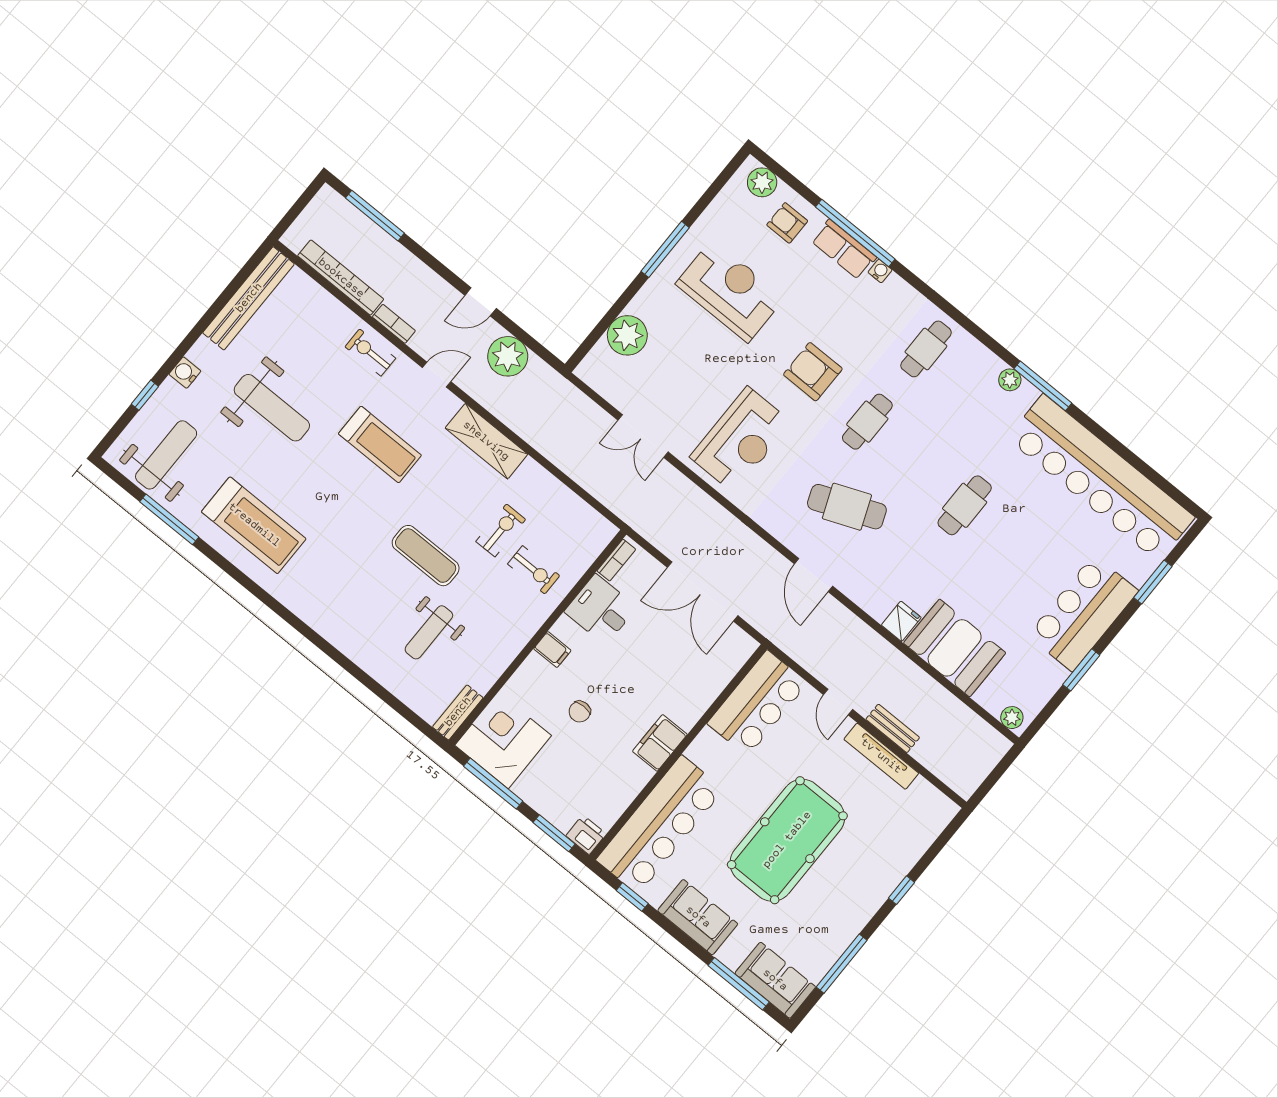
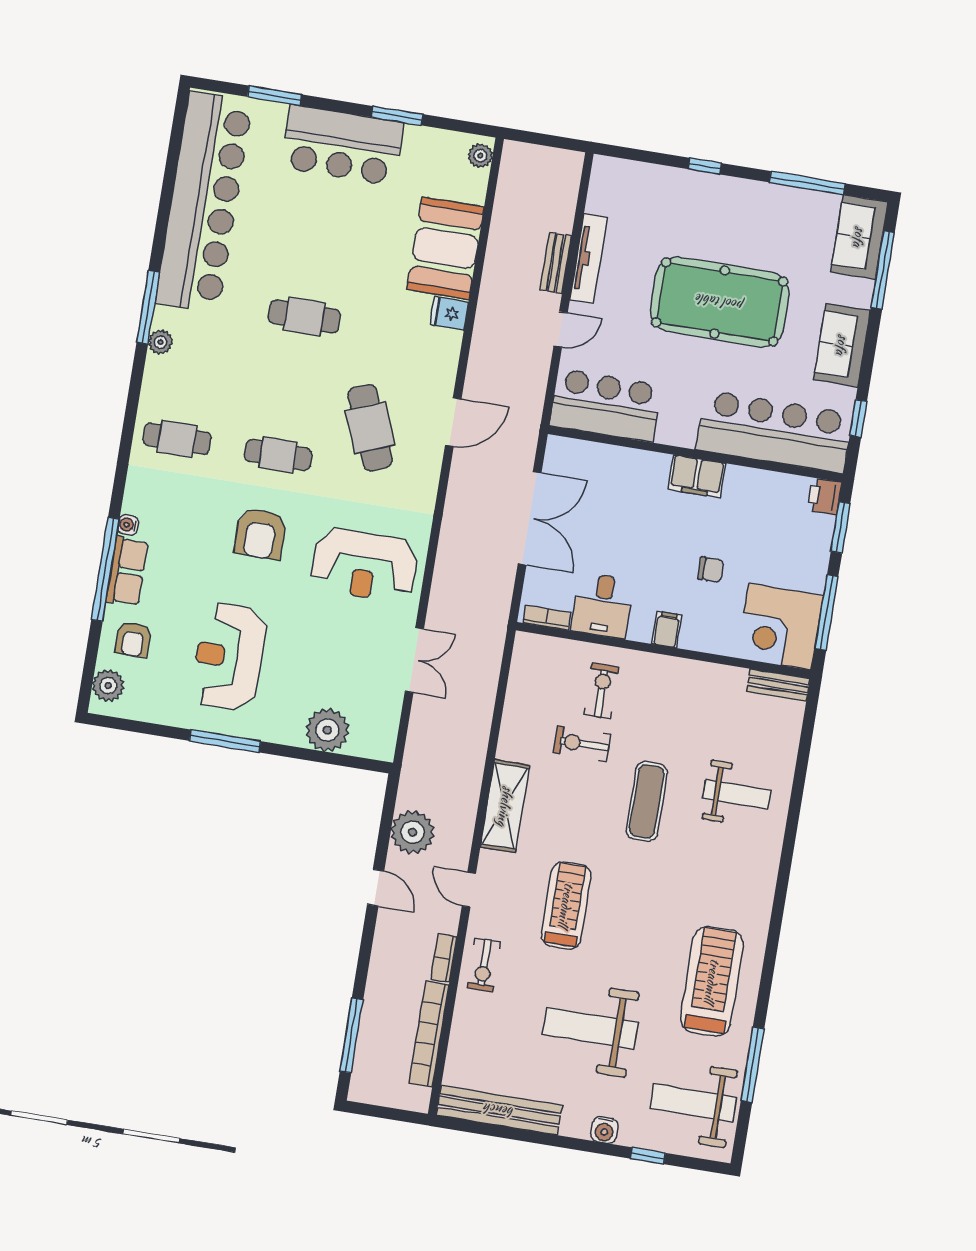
weight bench: (272, 408) -> (590, 1028), turned -90
reception desk: (741, 440) -> (364, 565), turned 180
weight bench: (429, 632) -> (737, 794), moved

